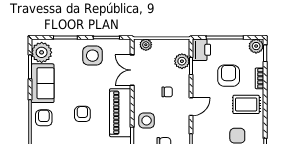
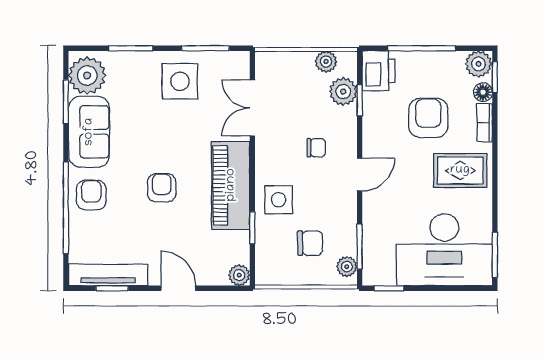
plant: (146, 45) -> (326, 62), moved
floor lamp: (259, 62) -> (483, 92), added

